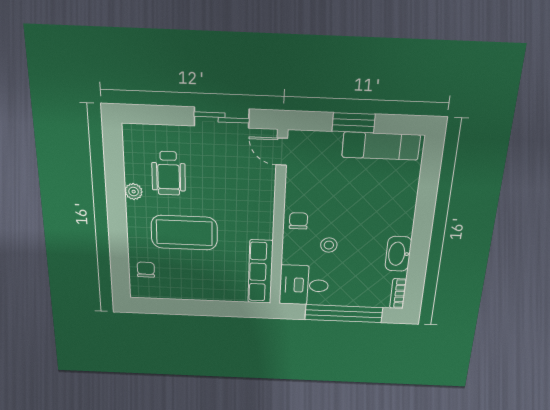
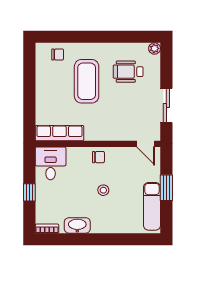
door: (282, 152) -> (146, 144), swing flipped
plant: (134, 192) -> (155, 48), moved
stool: (329, 245) -> (103, 190), moved
window: (344, 314) -> (29, 192), width x0.32

